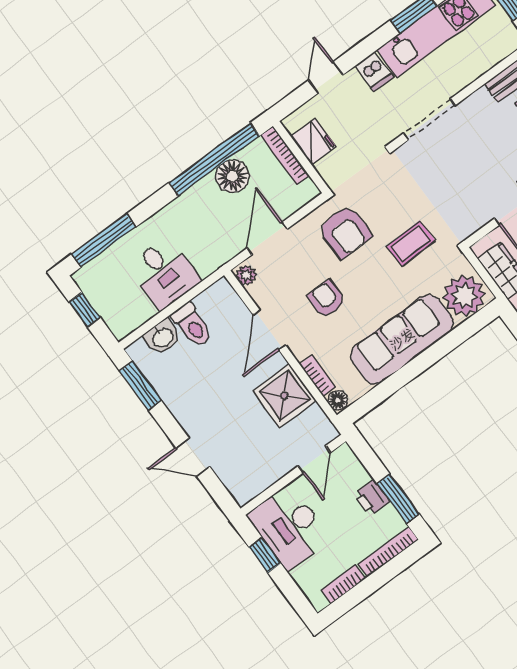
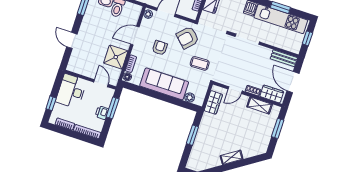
armchair: (345, 232) -> (188, 38), turned 44
plant: (464, 296) -> (190, 98), width x0.53, depth x0.53
door: (314, 459) -> (101, 83), swing flipped
window: (398, 499) -> (113, 108), moved
window: (265, 555) -> (51, 103), moved

